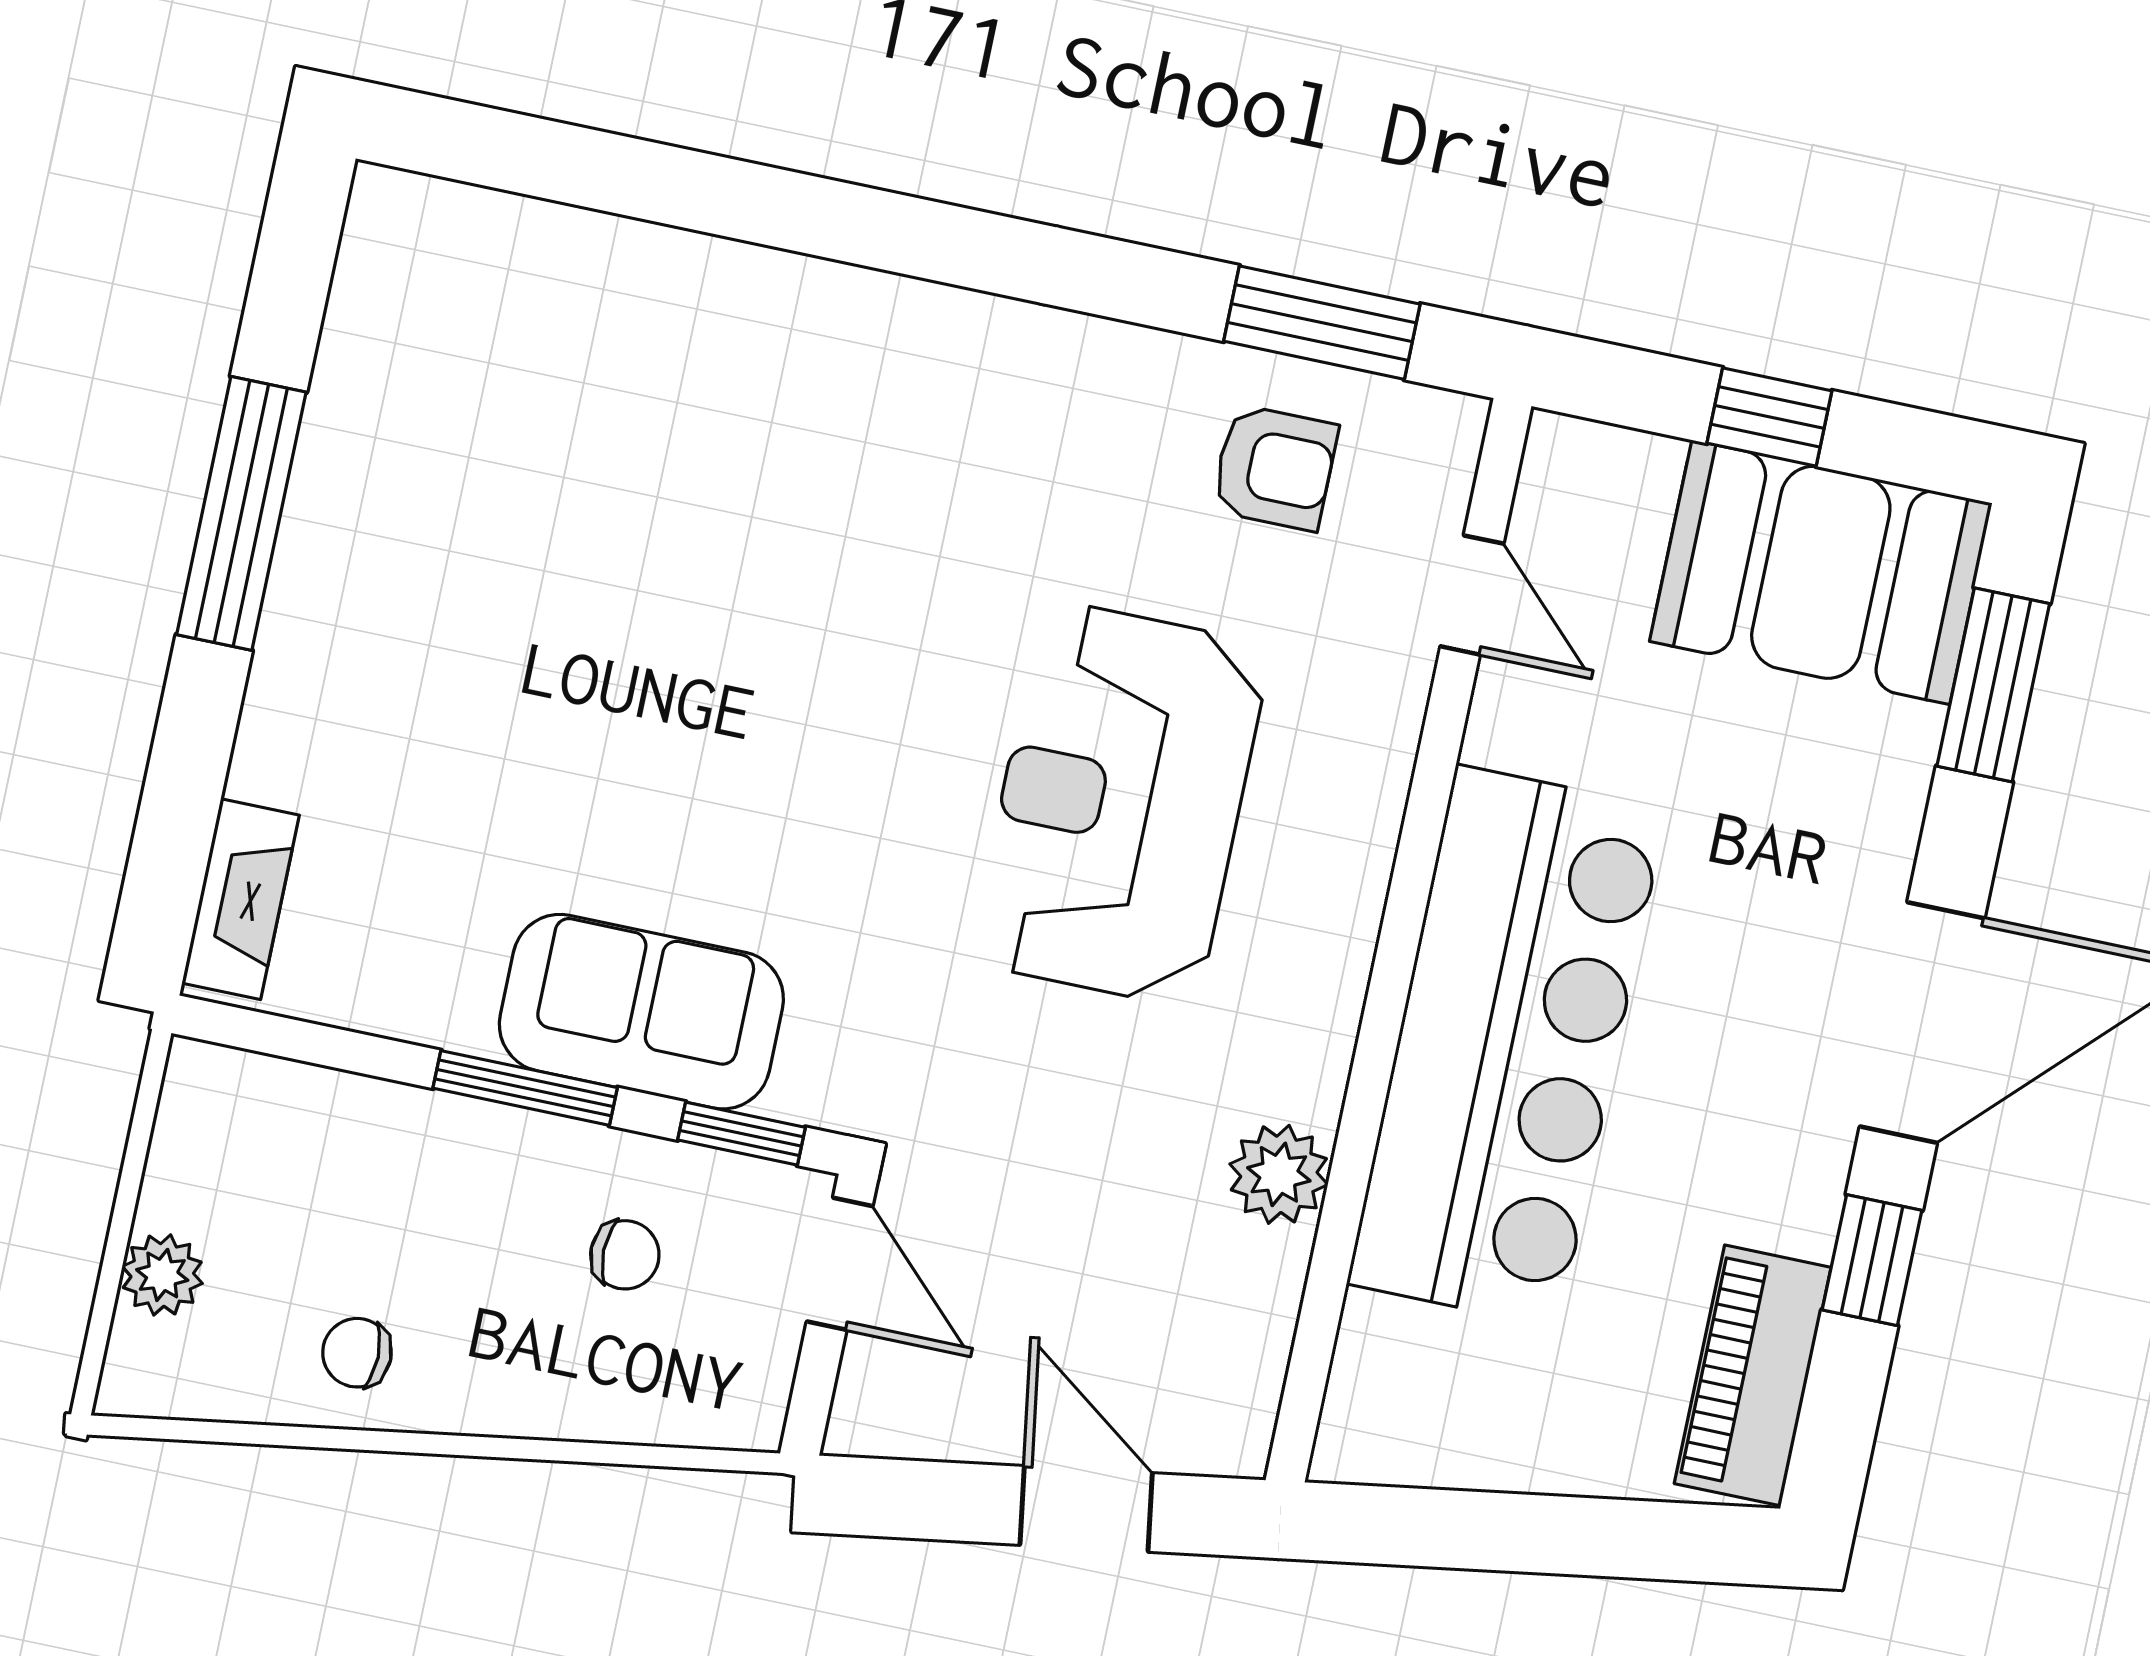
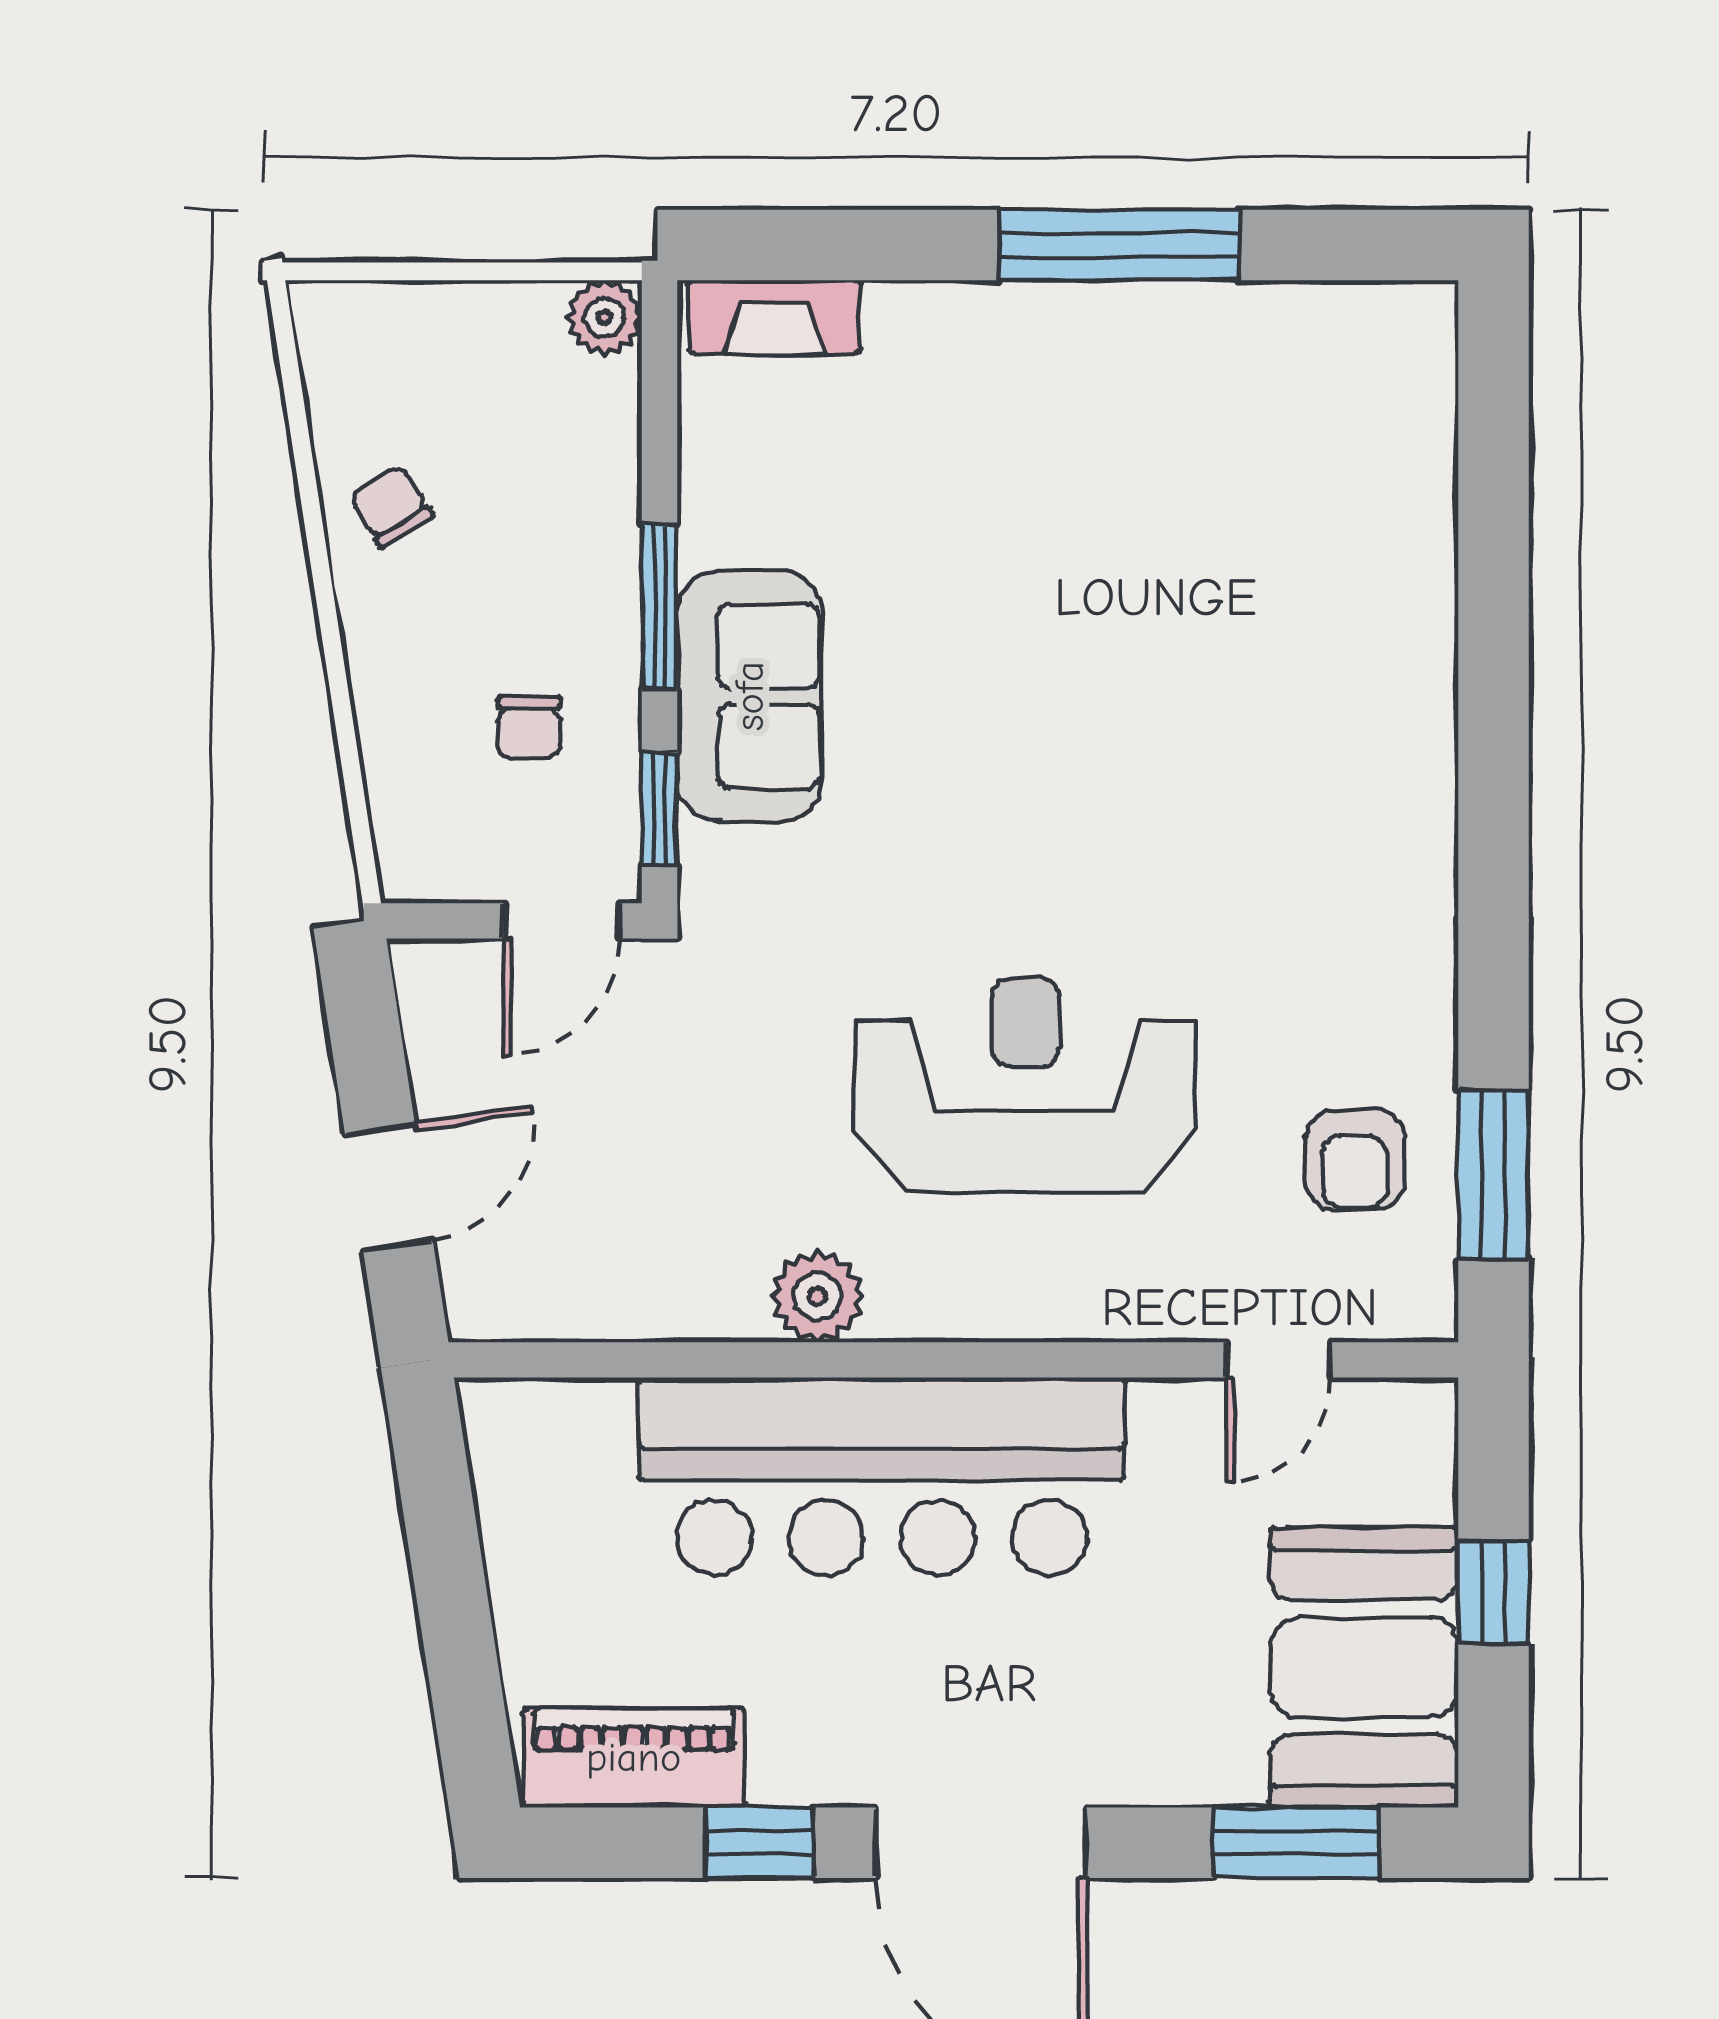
plant: (1279, 1174) -> (817, 1296), moved
plant: (162, 1275) -> (604, 318), moved
chair: (357, 1353) -> (391, 506), turned -32

